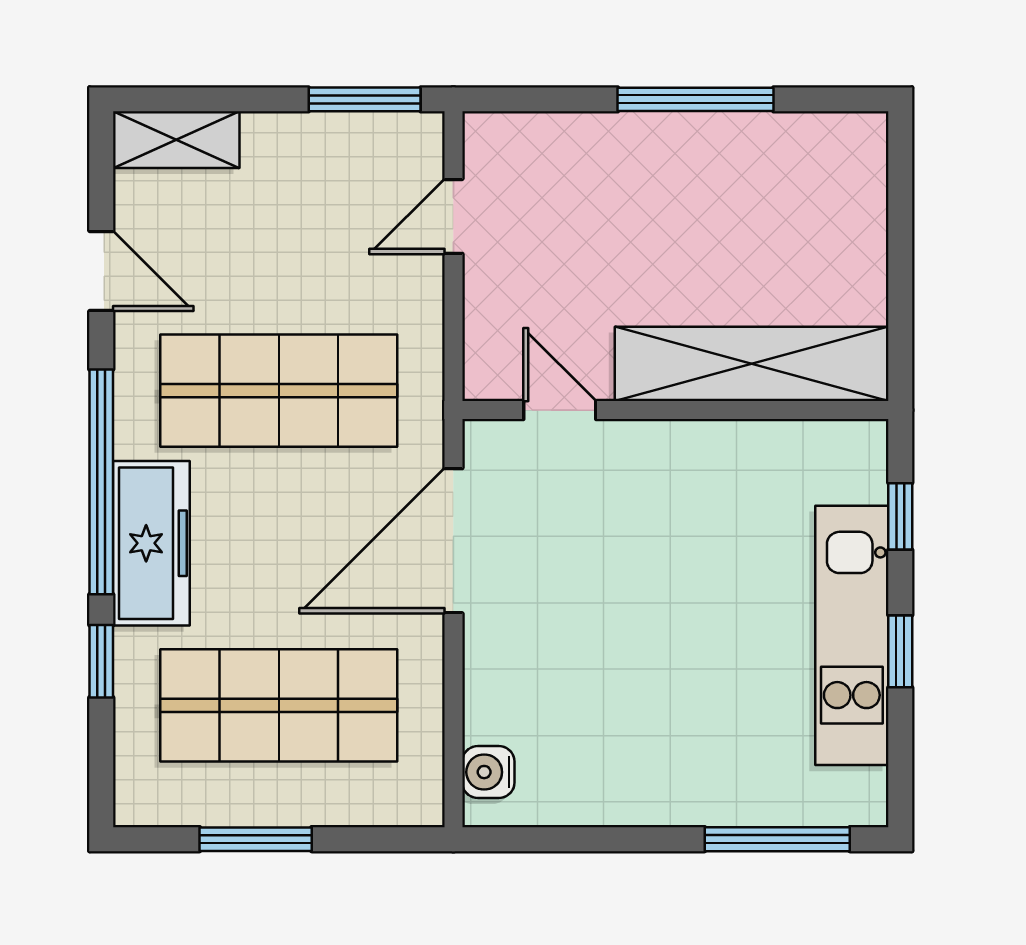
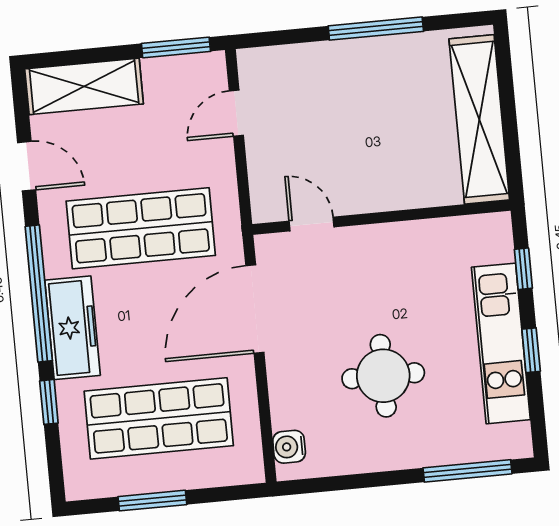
shelving: (176, 140) -> (84, 86), width x1.50, depth x1.33
shelving: (752, 364) -> (479, 119), moved, turned 90
round table: (654, 670) -> (383, 376), added

